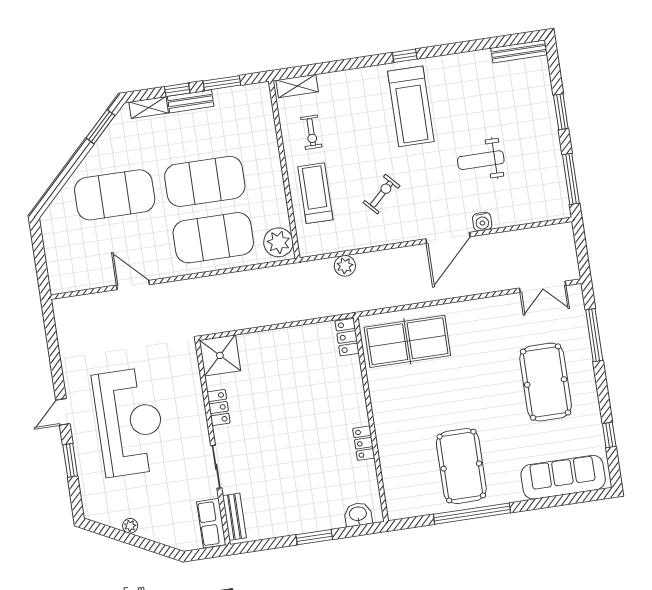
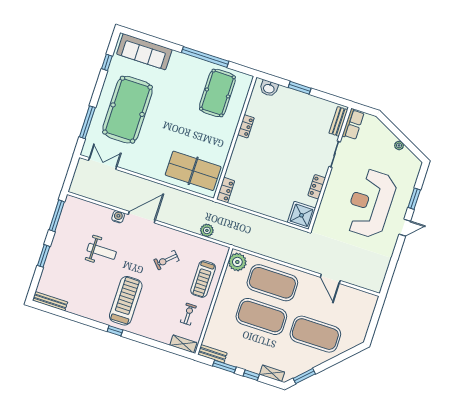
bench: (191, 101) -> (212, 354), moved
pool table: (546, 382) -> (128, 110), width x1.36, depth x1.32
pool table: (461, 466) -> (217, 93), moved

